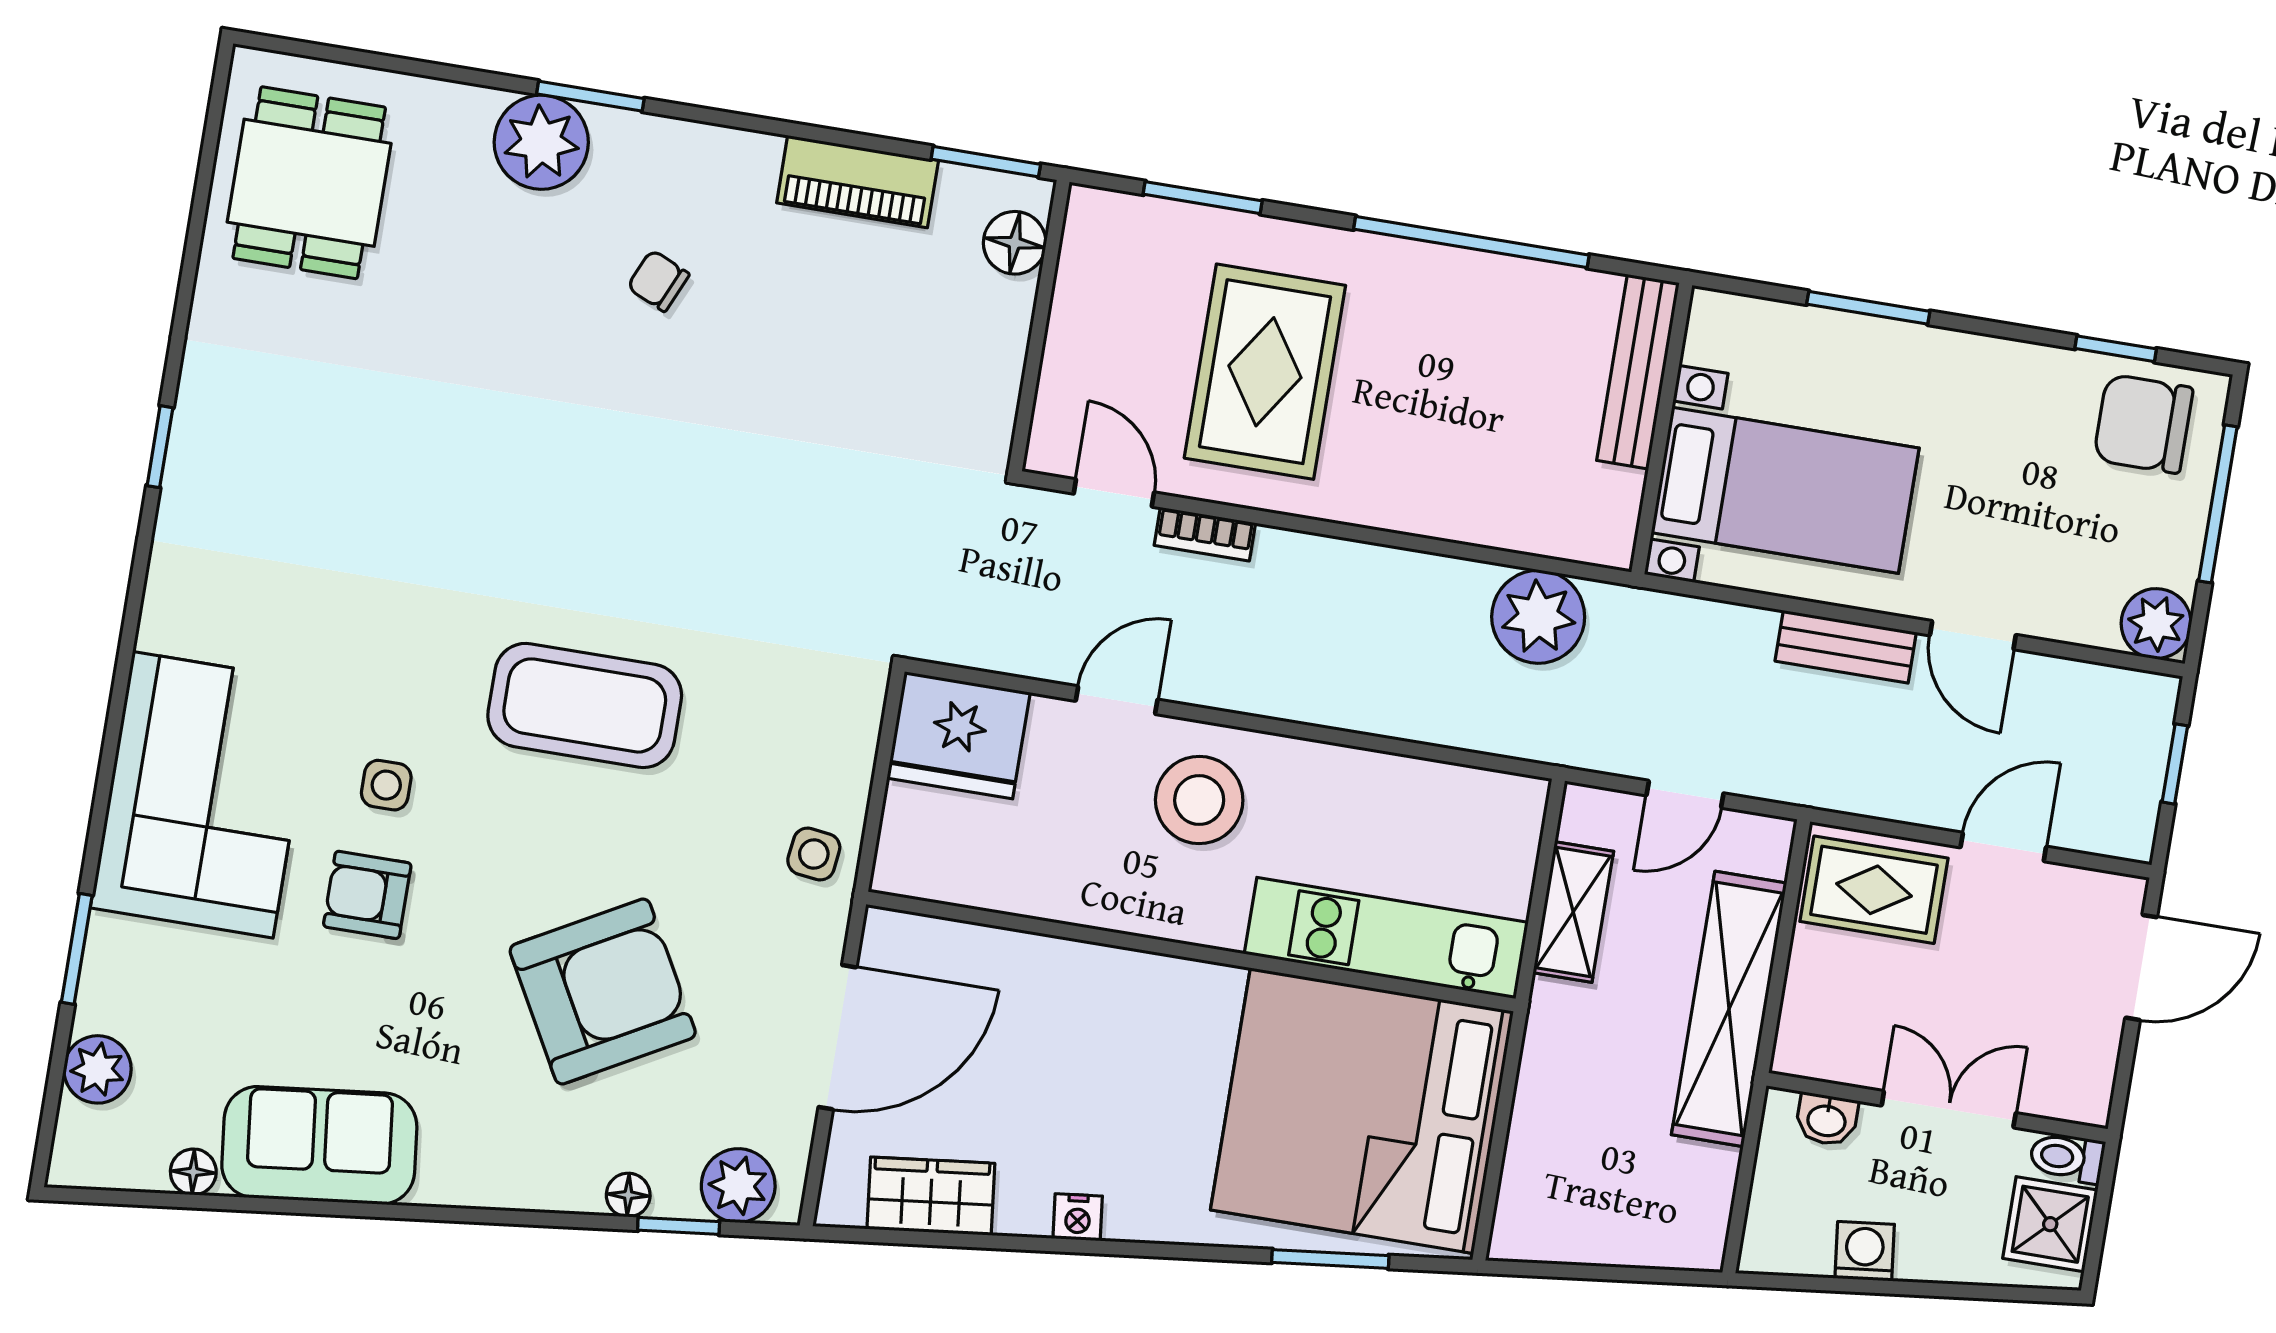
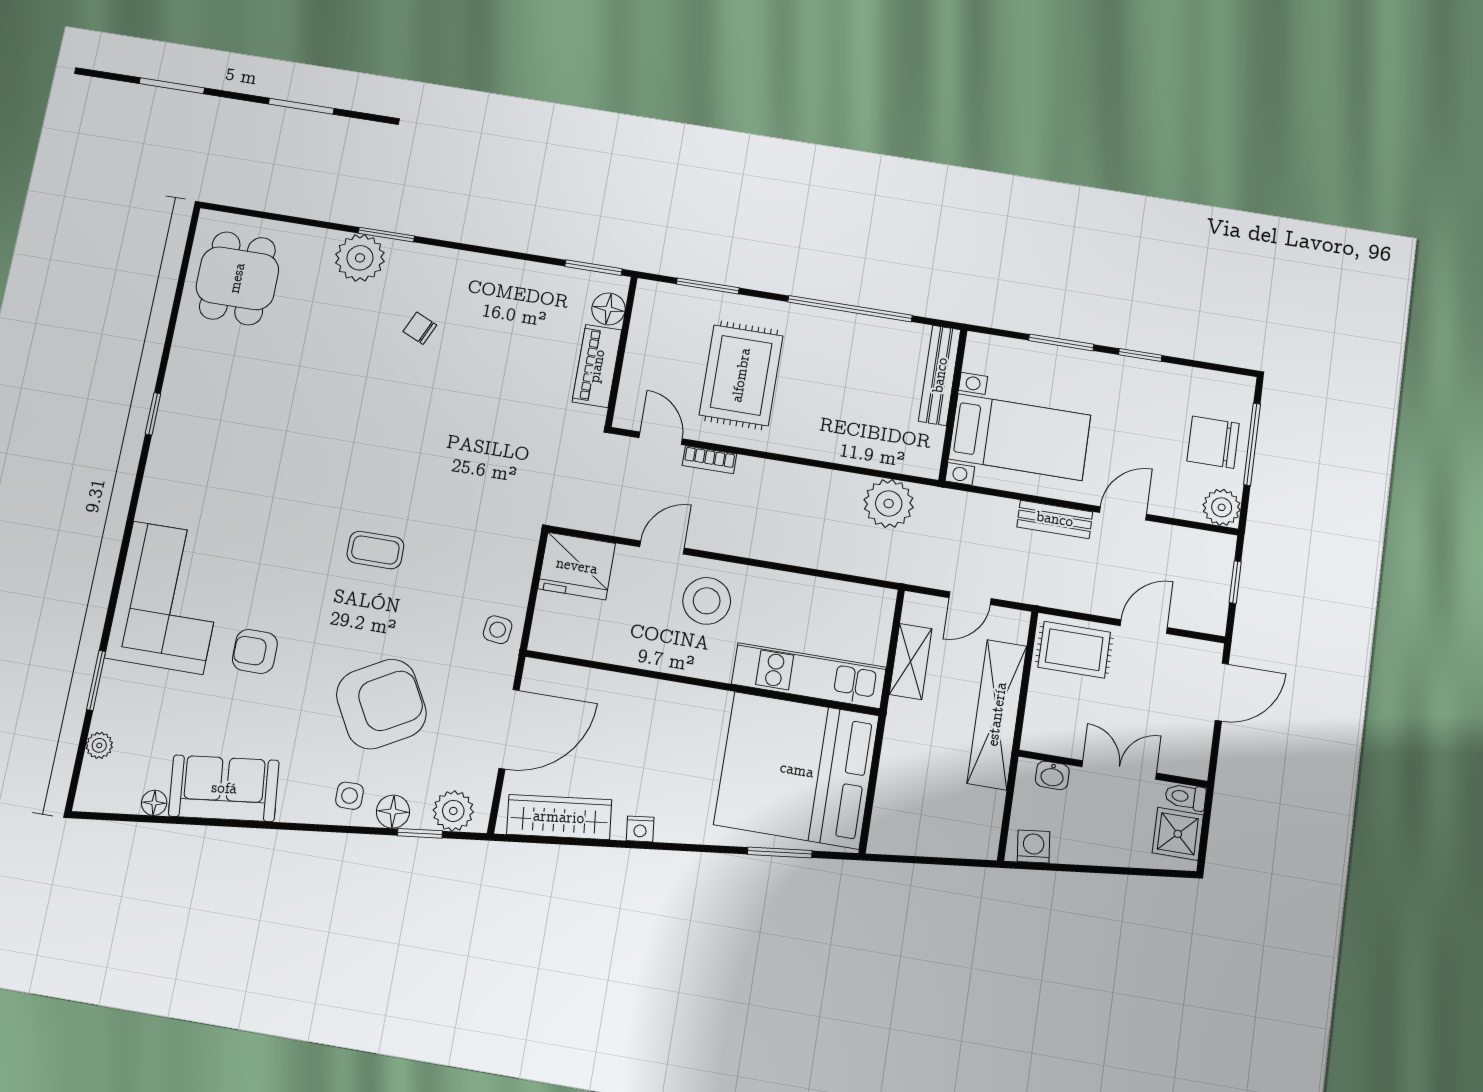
piano: (858, 182) -> (597, 366), moved, turned 90
window: (2116, 349) -> (1140, 355), moved
chair: (2143, 424) -> (1213, 442), moved
door: (1973, 635) -> (1123, 513), swing flipped
coffee table: (585, 705) -> (375, 550), width x0.54, depth x0.58
side table: (386, 785) -> (350, 796), moved
plant: (97, 1069) -> (99, 745), width x0.73, depth x0.73
floor lamp: (628, 1195) -> (393, 812), width x1.37, depth x1.37
wardrobe: (931, 1196) -> (559, 817), width x1.50
washing machine: (1865, 1251) -> (1034, 847), moved

